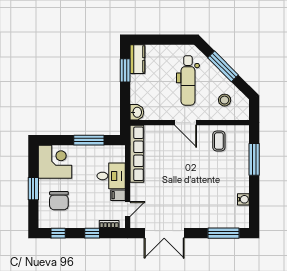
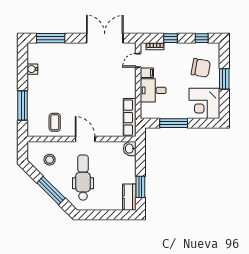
row of seats: (137, 154) -> (130, 118), width x0.73
chair: (59, 201) -> (201, 68), turned 100

